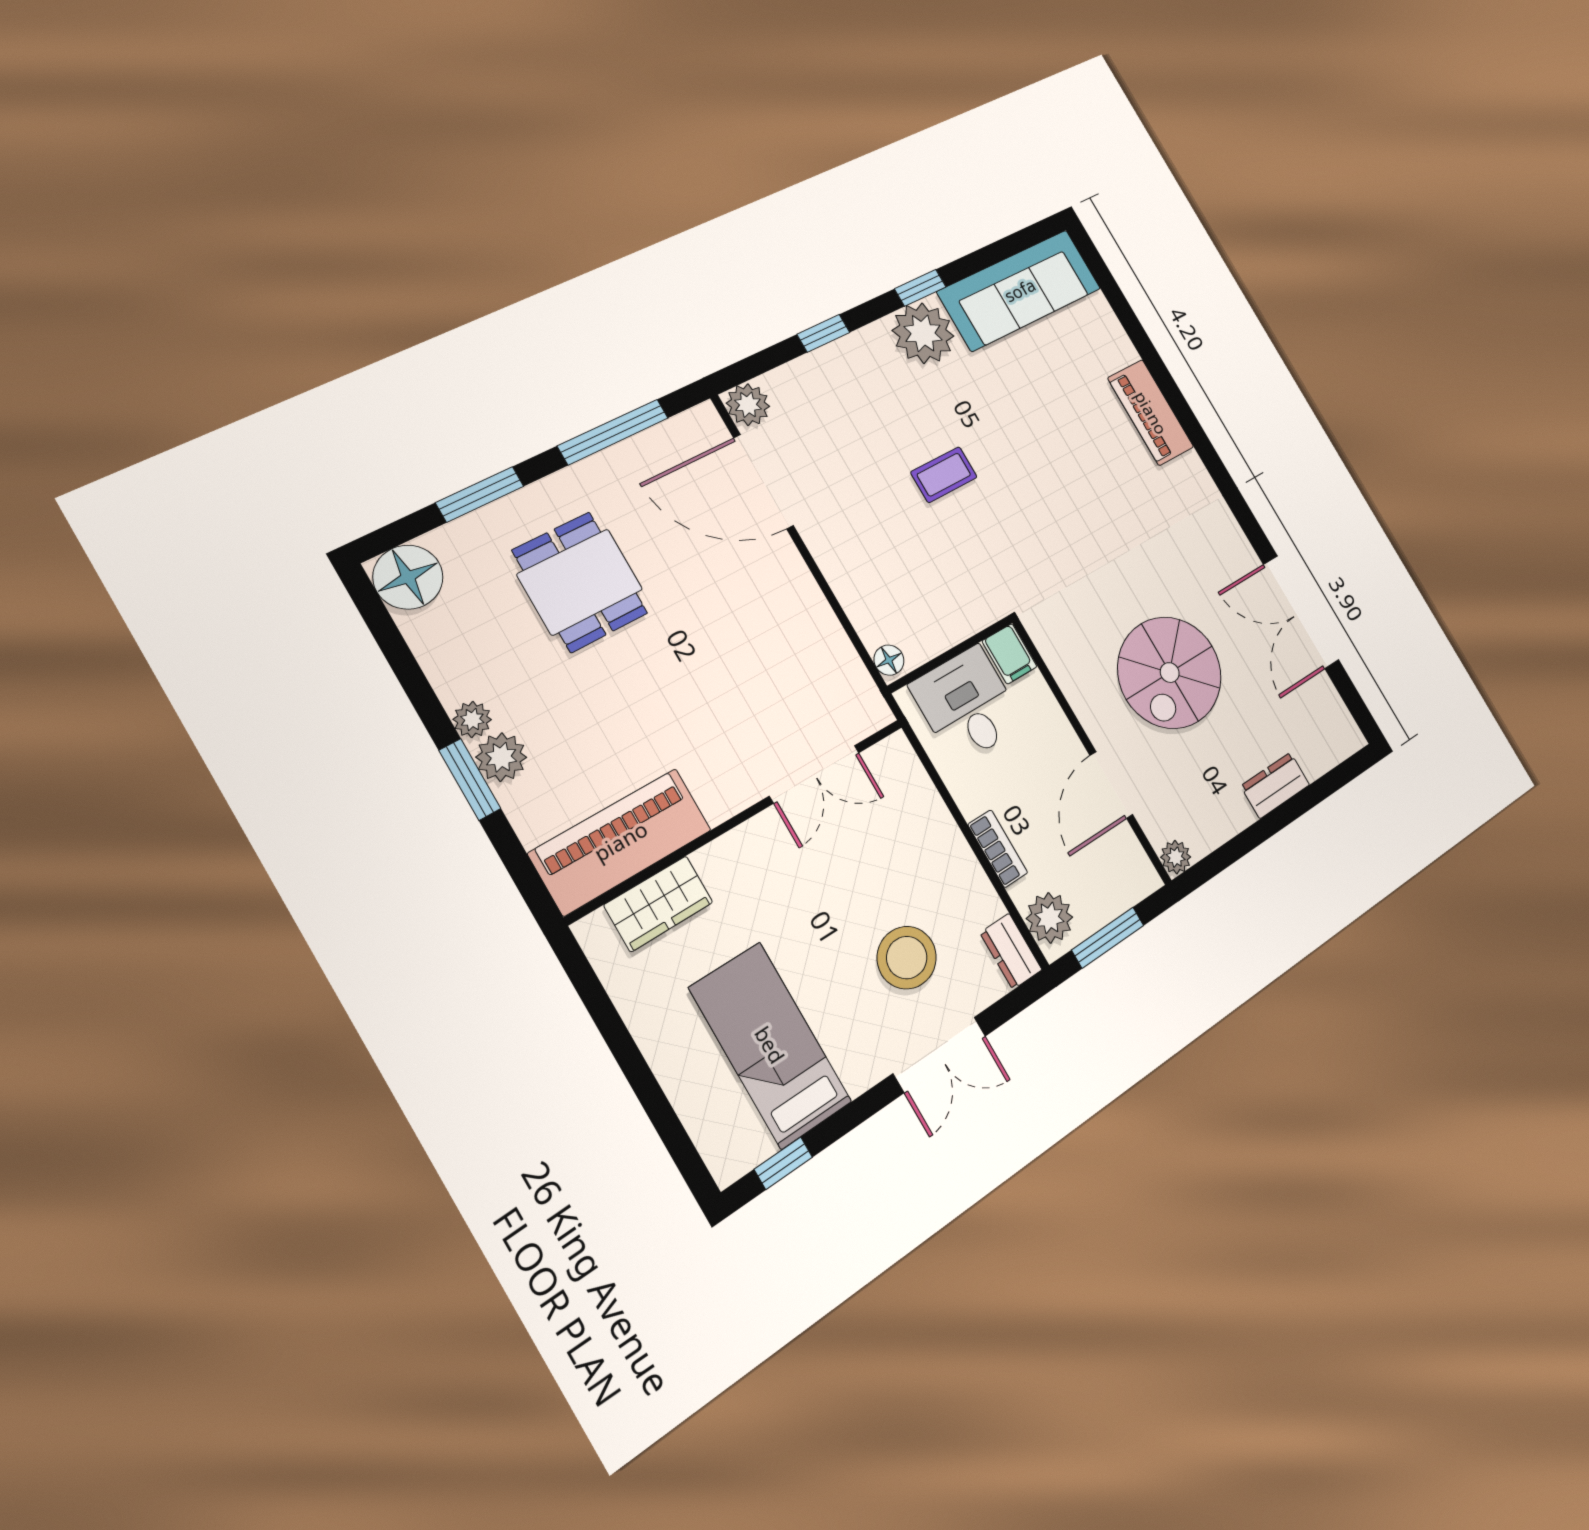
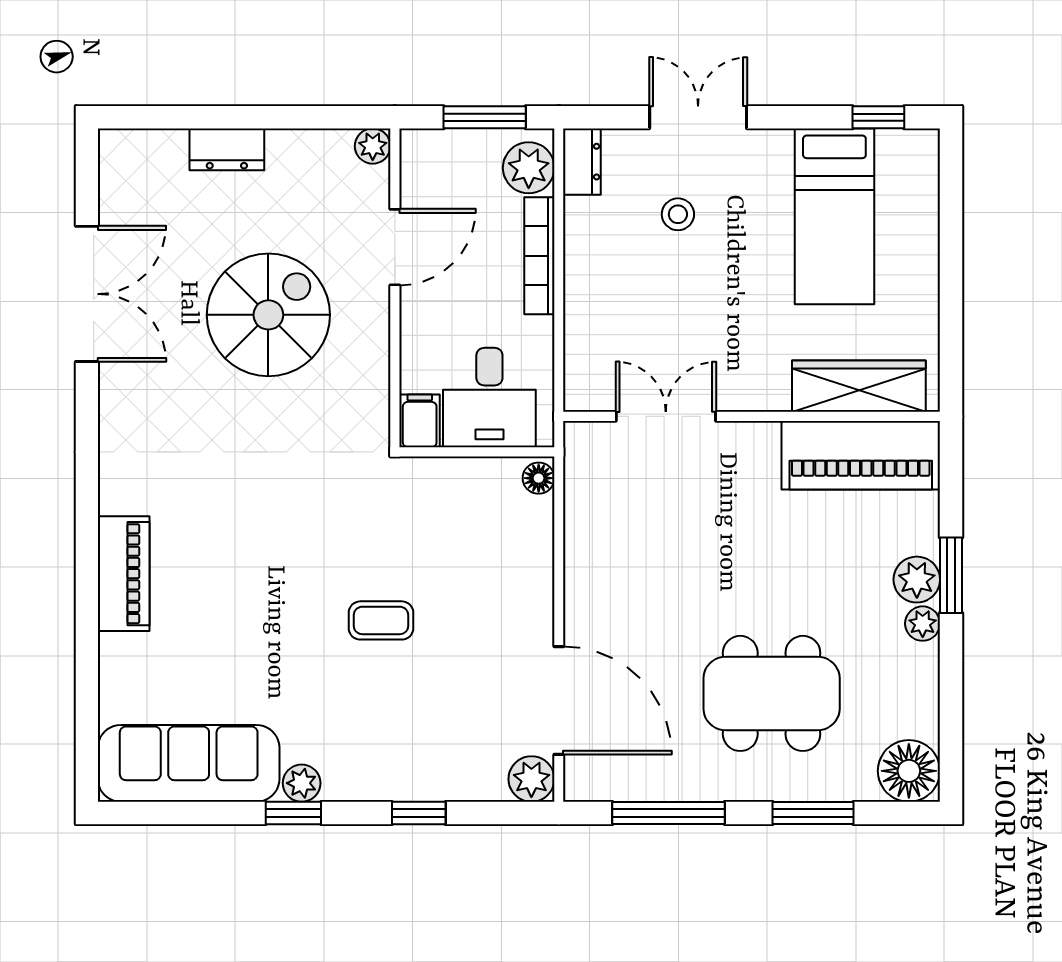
plant: (923, 333) -> (302, 783), width x0.53, depth x0.53
dining table: (580, 582) -> (772, 693), width x1.38
bookcase: (998, 849) -> (539, 256), width x1.56
wardrobe: (659, 904) -> (859, 386), width x1.50
stool: (907, 958) -> (678, 214), width x0.53, depth x0.53

